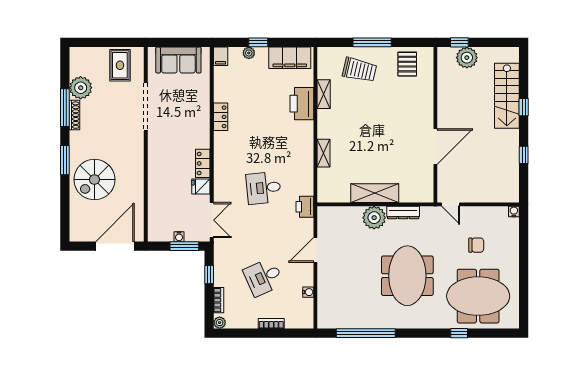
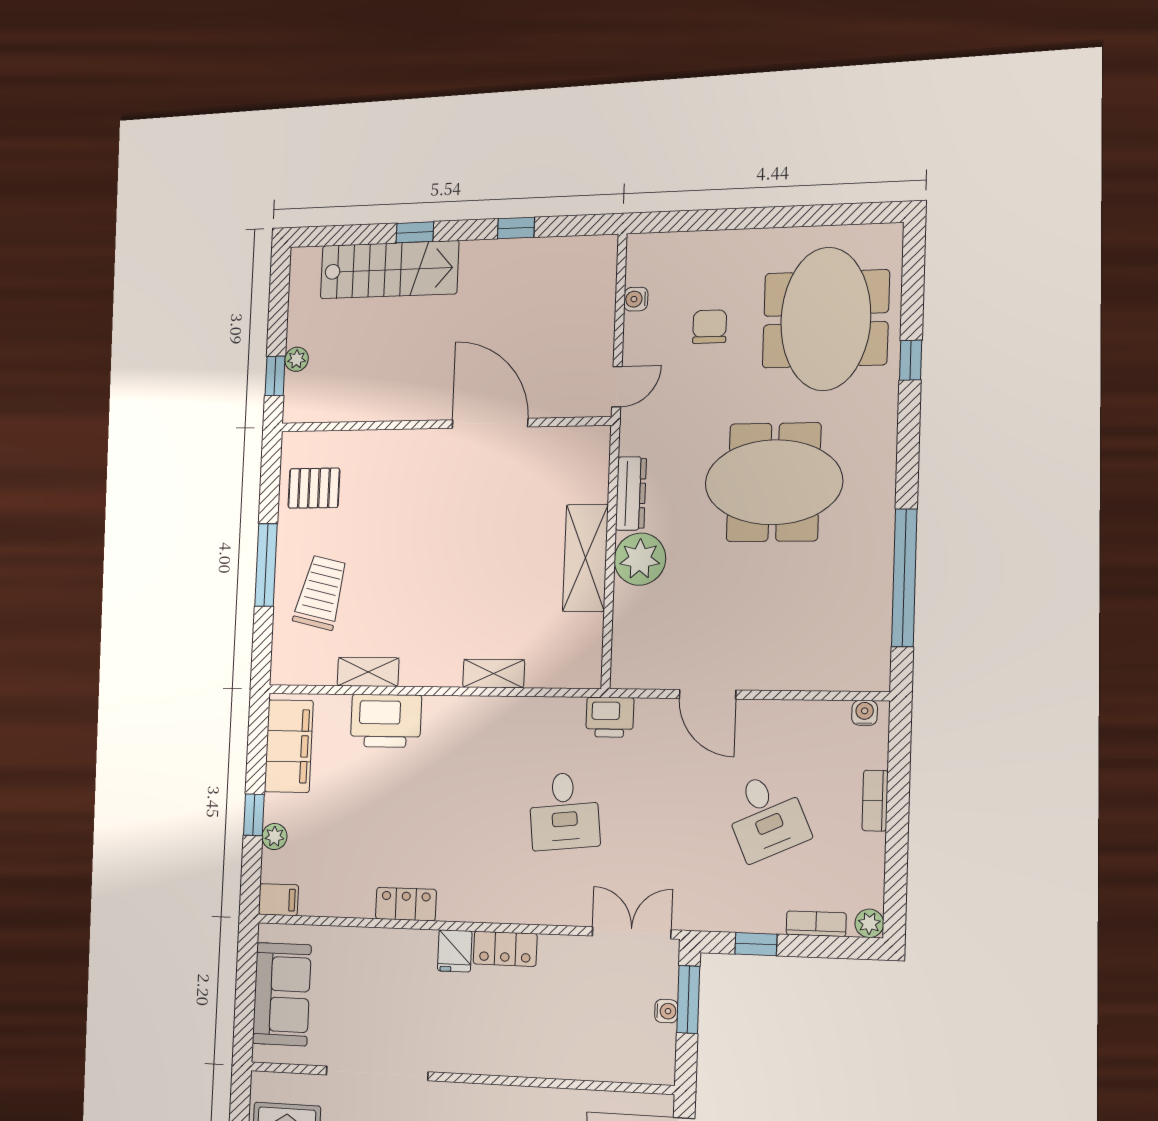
plant: (467, 58) -> (297, 359), width x0.53, depth x0.53
fridge: (201, 187) -> (455, 951), moved
water cooler: (514, 211) -> (636, 299), moved
water cooler: (308, 292) -> (865, 713), moved

